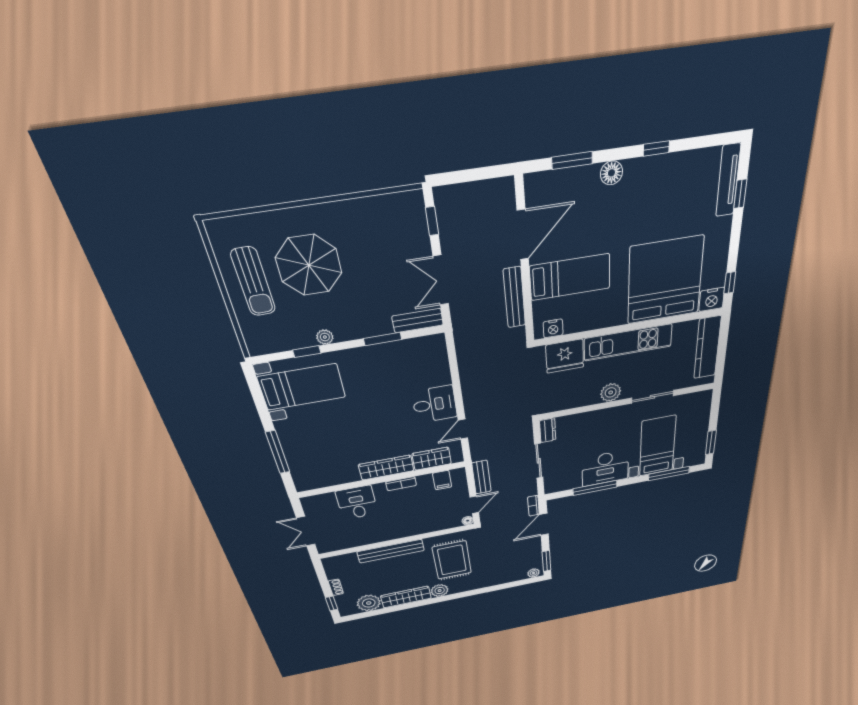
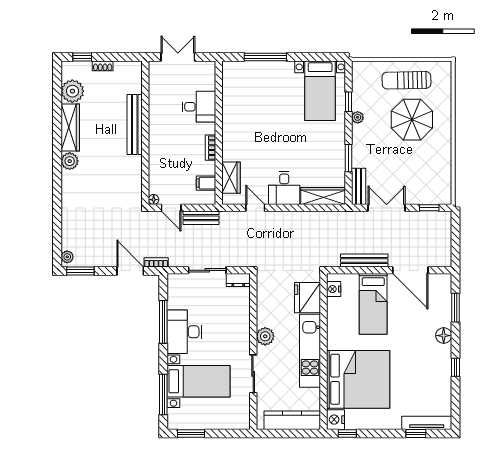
wardrobe: (386, 468) -> (323, 196), moved, turned -90
rug: (452, 560) -> (108, 179), removed

